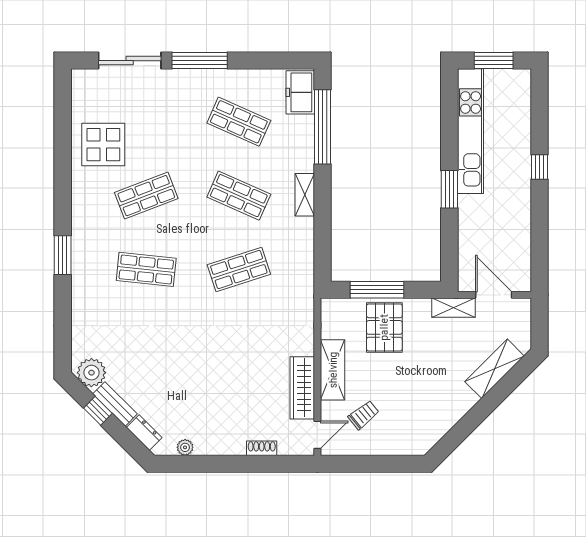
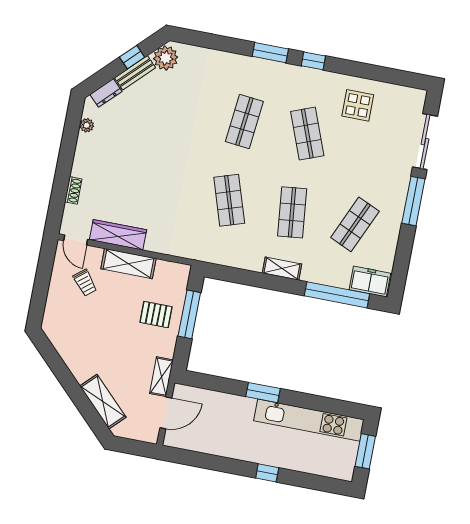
display table: (103, 145) -> (358, 105), width x0.73, depth x0.73
shop shelf: (239, 196) -> (292, 212), turned -30
window: (63, 205) -> (313, 61), added
pallet: (384, 327) -> (156, 315), width x0.67, depth x0.71

